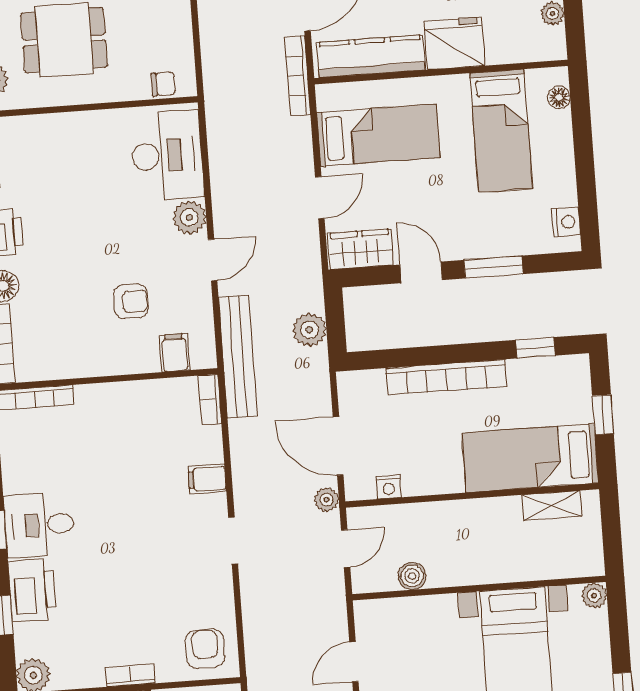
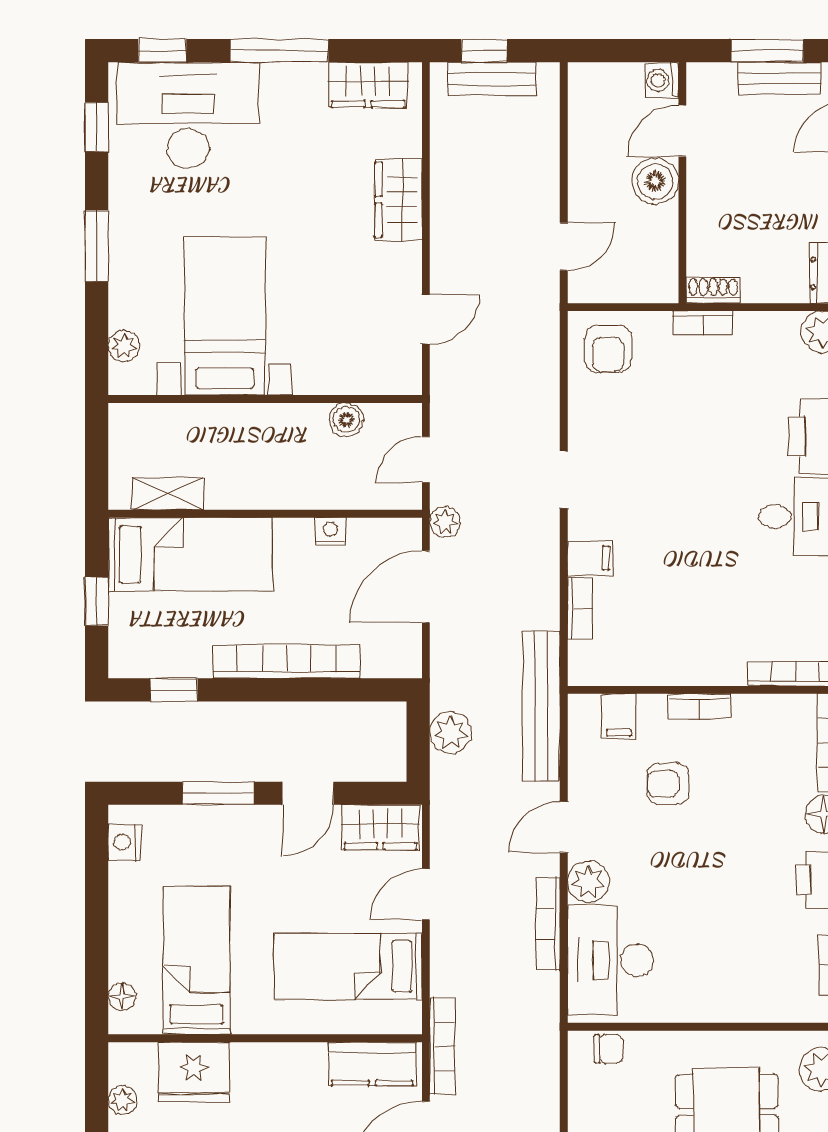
fridge: (454, 44) -> (194, 1072), moved
kitchen counter: (371, 56) -> (372, 1064), width x0.67
chair: (163, 84) -> (609, 1049), turned 180
bookcase: (220, 181) -> (548, 924), added
door: (421, 272) -> (308, 793), hinge flipped
bookcase: (110, 366) -> (700, 706), added
bookcase: (210, 400) -> (580, 609), moved
door: (338, 446) -> (426, 587), swing flipped
nightstand: (389, 487) -> (330, 532), moved
plant: (594, 595) -> (124, 346), moved

